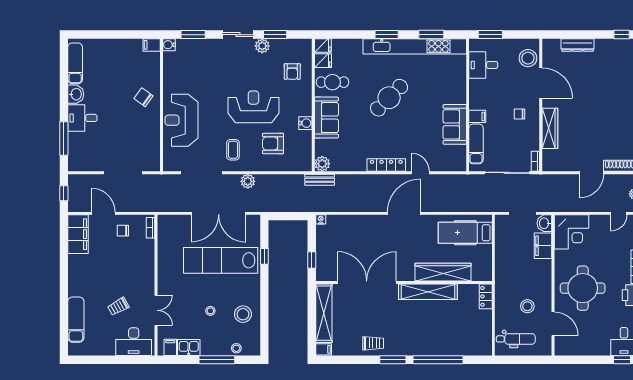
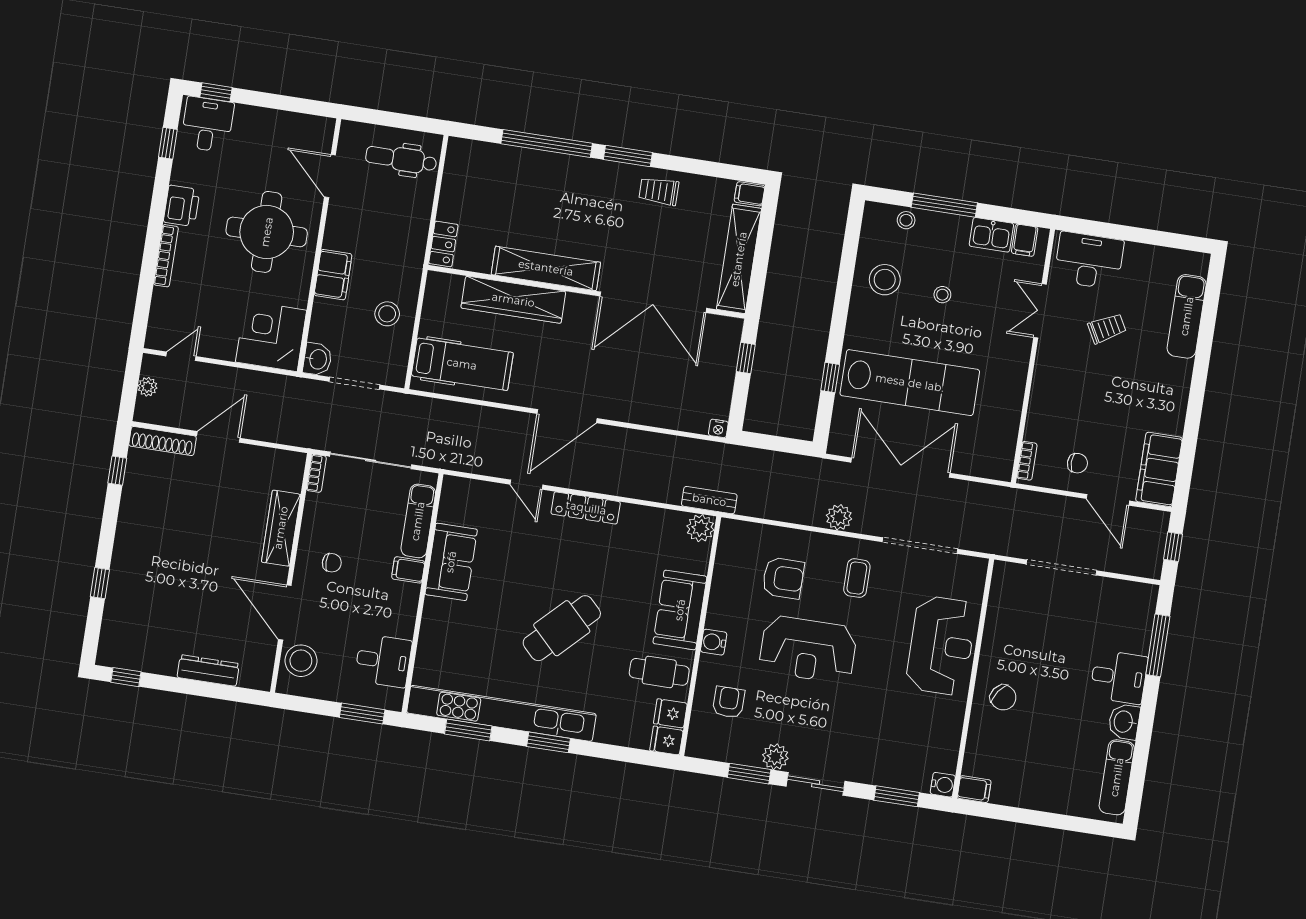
water cooler: (305, 123) -> (714, 642), moved
filing cabinet: (543, 246) -> (333, 275), moved
stool: (527, 306) -> (387, 314), moved

